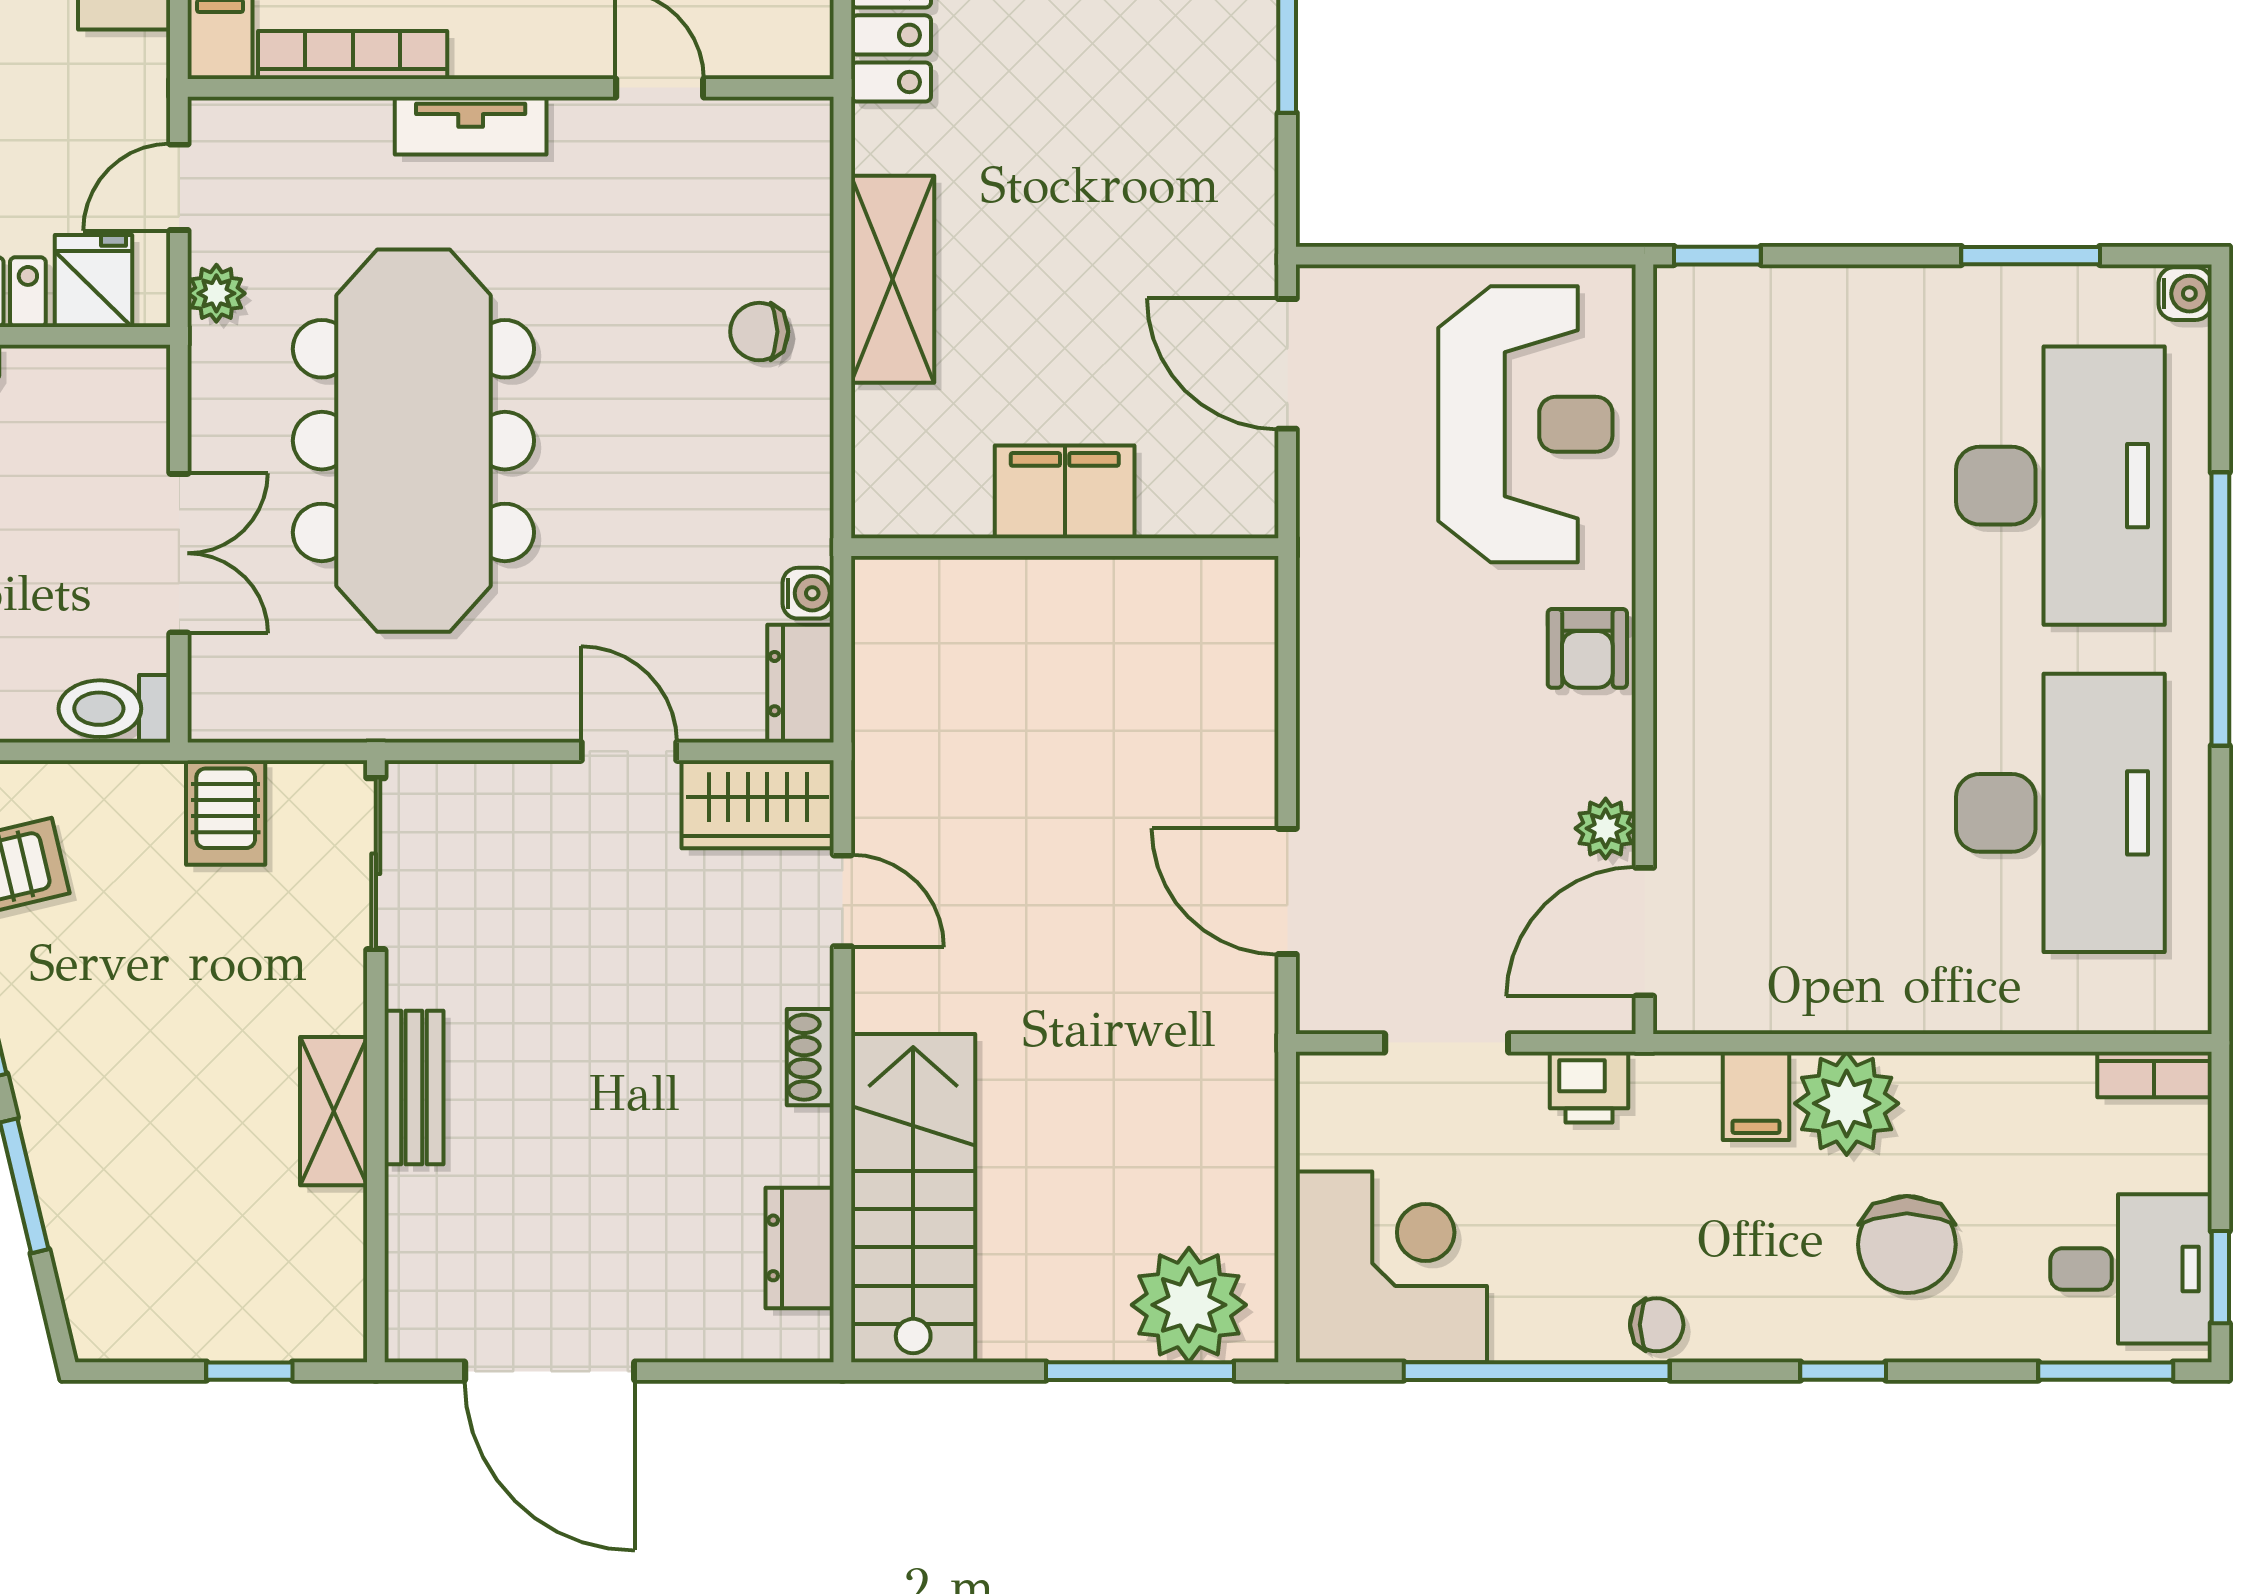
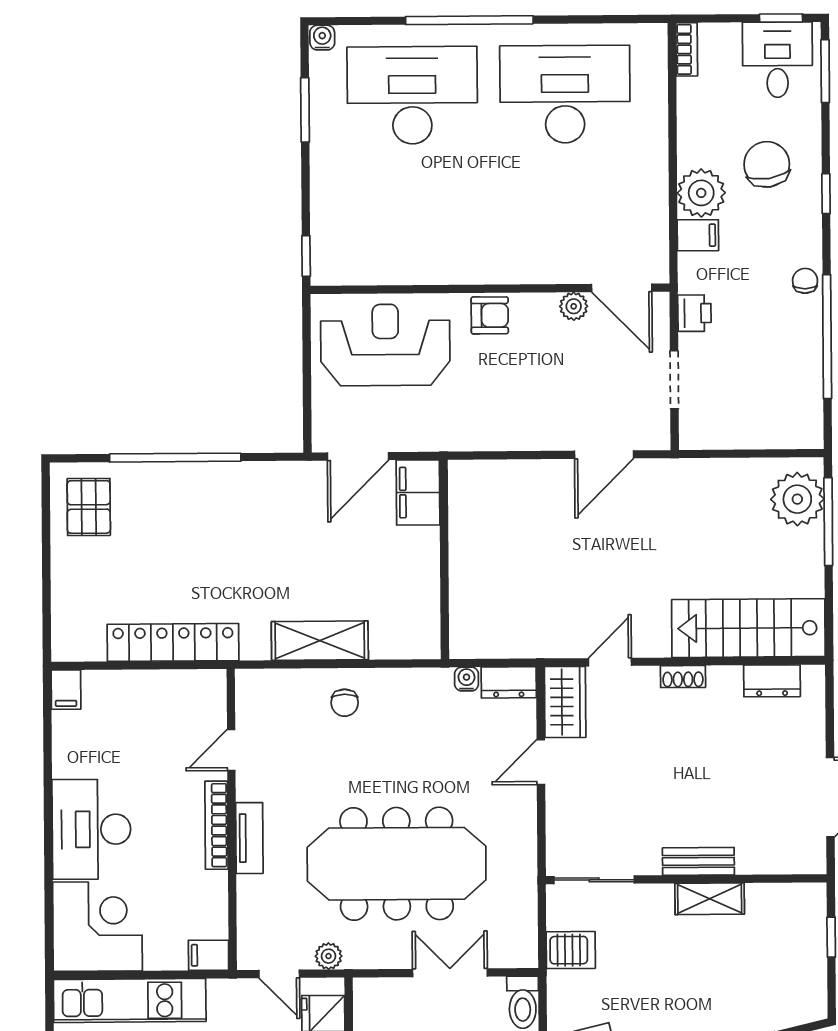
bookcase: (353, 55) -> (216, 825), moved
filing cabinet: (1065, 492) -> (418, 493), moved
chair: (1907, 1244) -> (767, 164), turned -99
corner desk: (1391, 1267) -> (779, 405), removed

